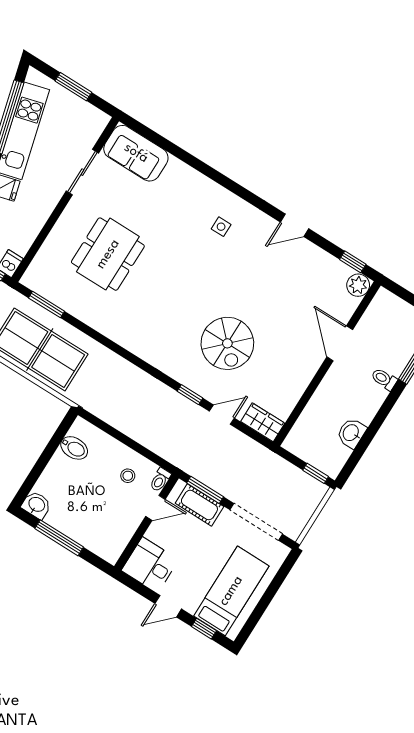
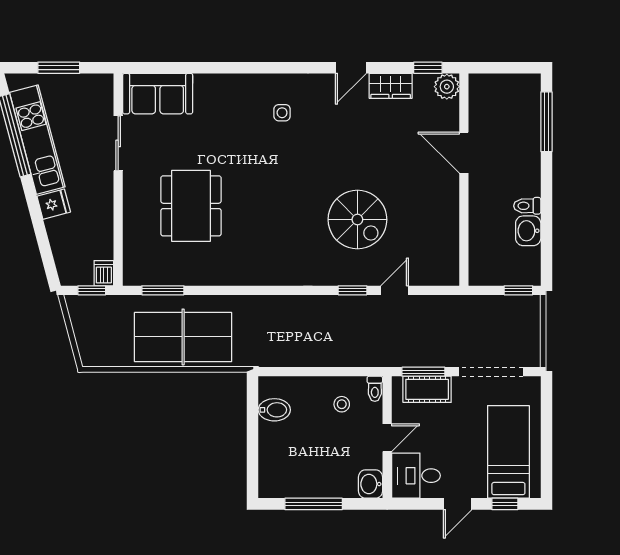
toilet: (384, 379) -> (527, 206), moved
wardrobe: (263, 422) -> (391, 86), moved, turned 180
washbasin: (36, 505) -> (371, 484), moved, turned -90
door: (155, 508) -> (387, 438), moved

